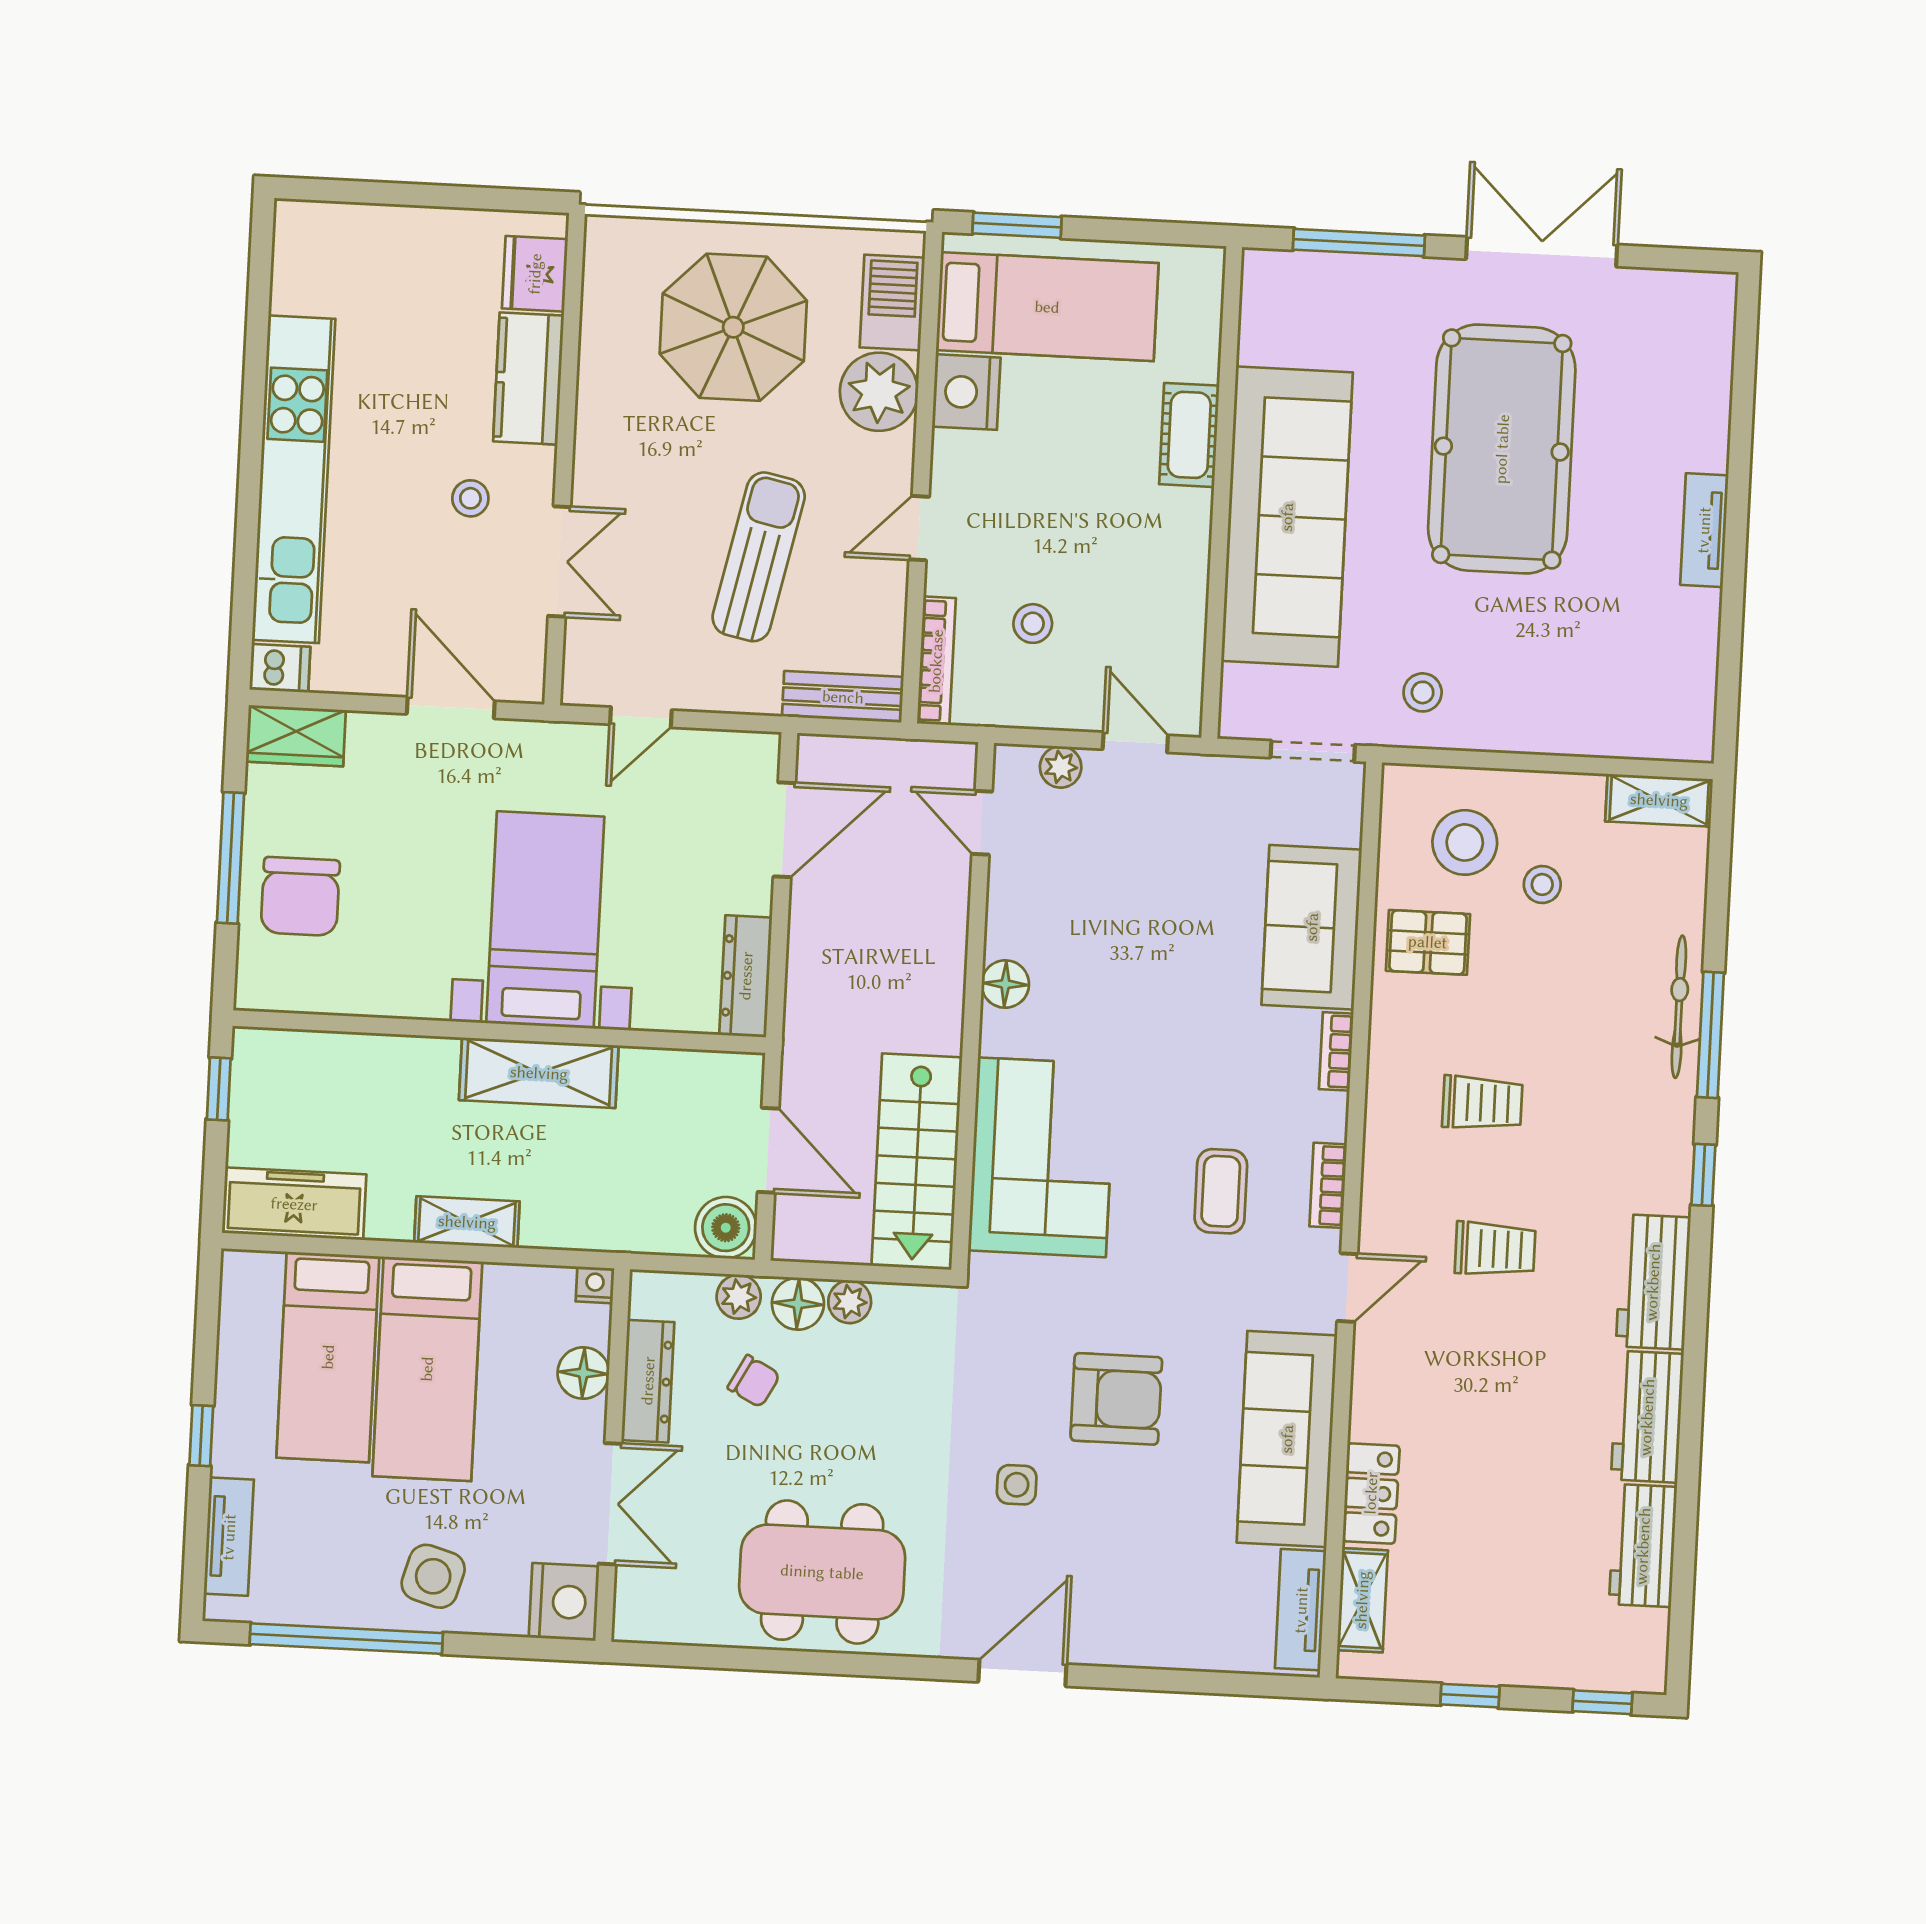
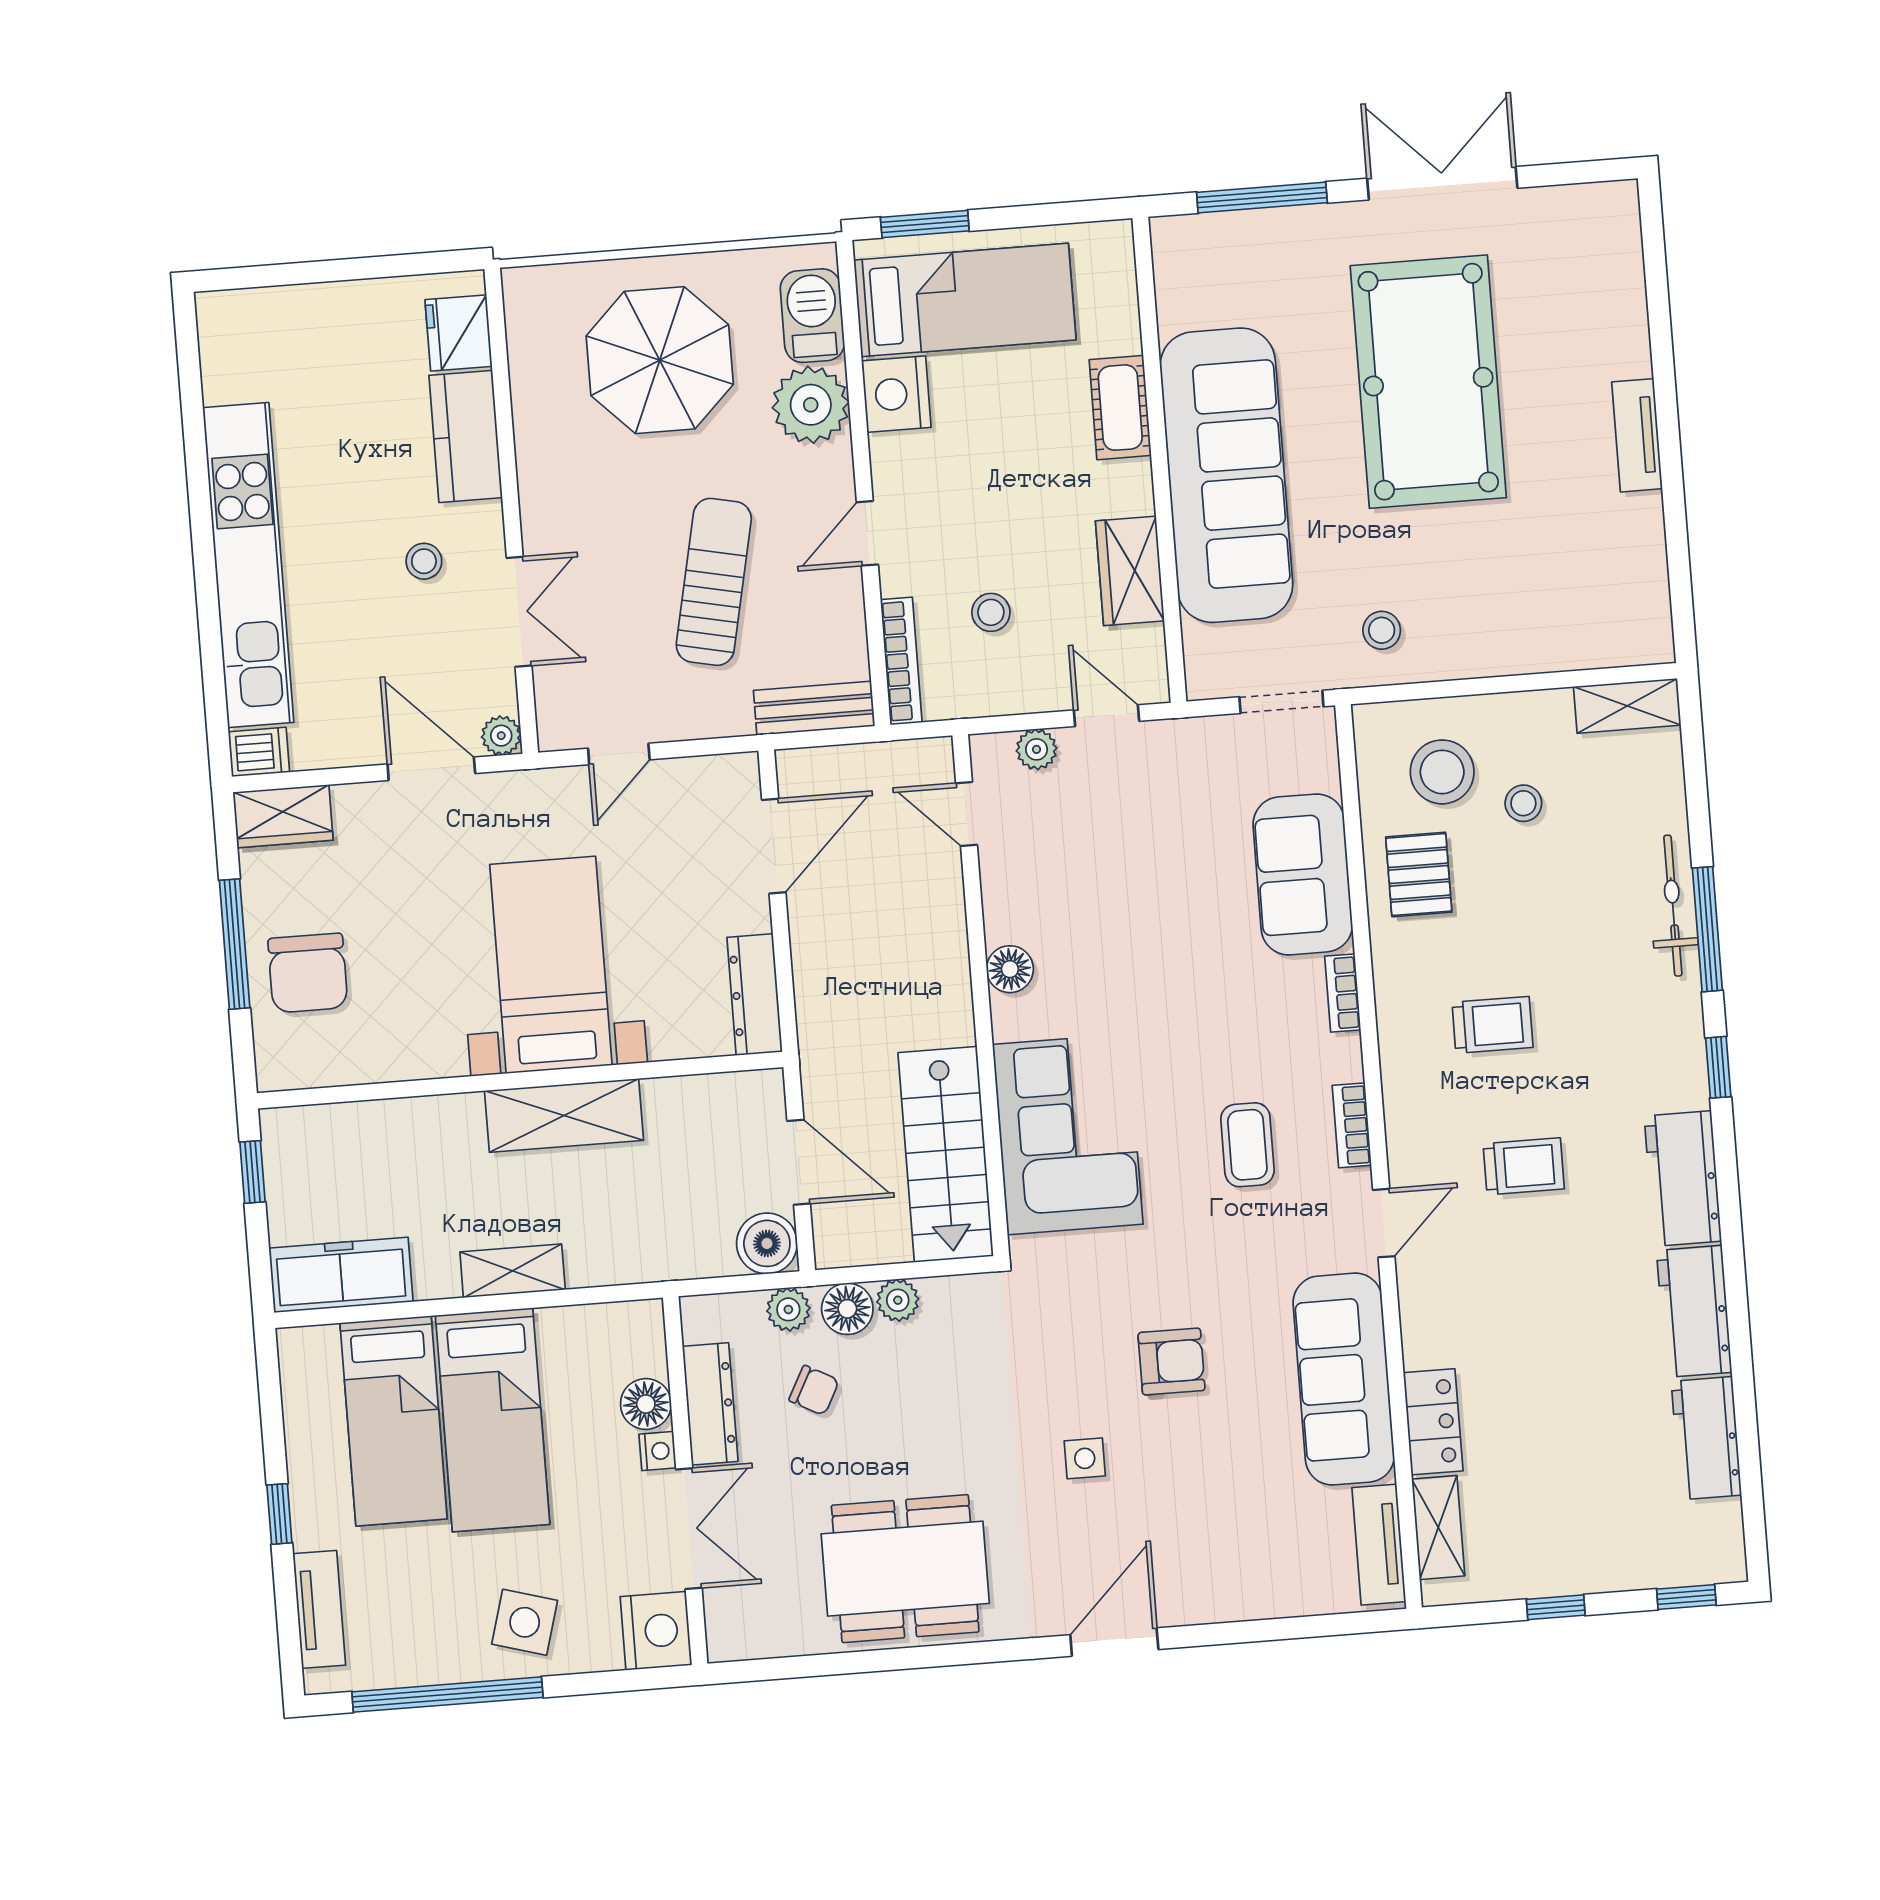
wardrobe: (1178, 600) -> (1130, 571), added
plant: (525, 683) -> (501, 736), added
pallet: (1428, 942) -> (1419, 875), turned 90
nightstand: (595, 1285) -> (658, 1451), moved, turned 90
armchair: (1116, 1399) -> (1171, 1362), width x0.72, depth x0.72

